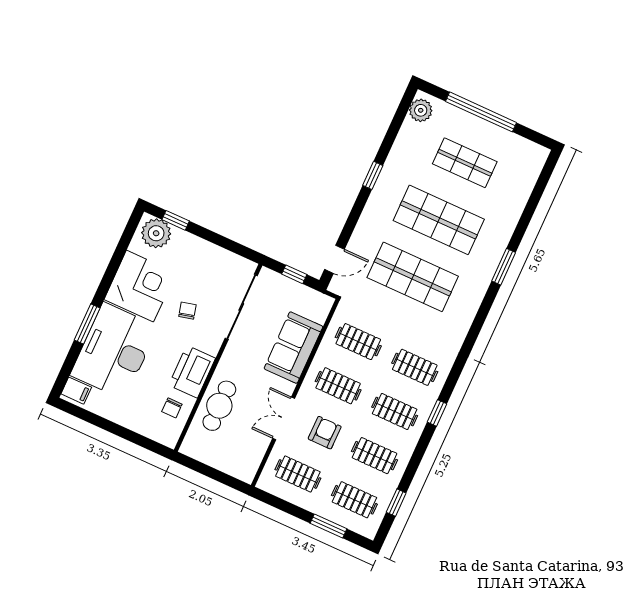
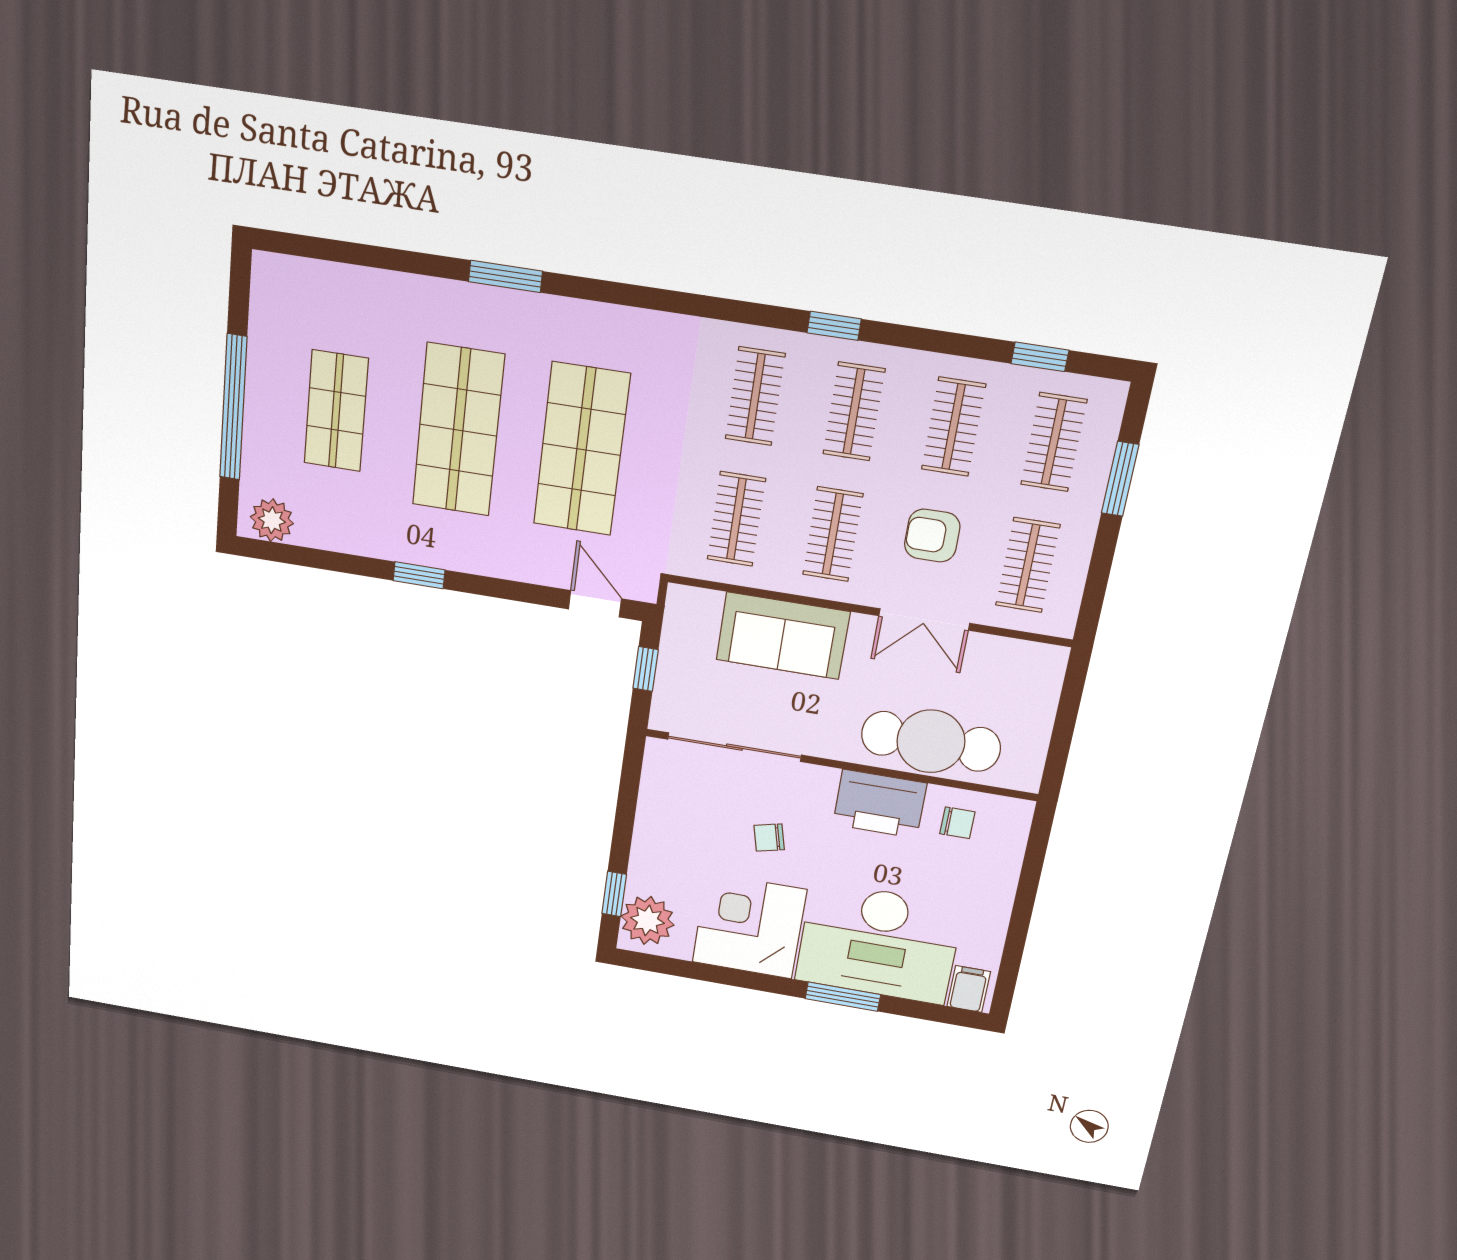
cafe table: (219, 406) -> (931, 741), width x1.37, depth x1.35

